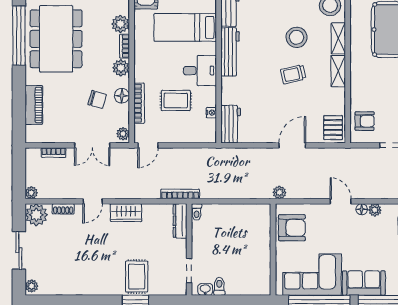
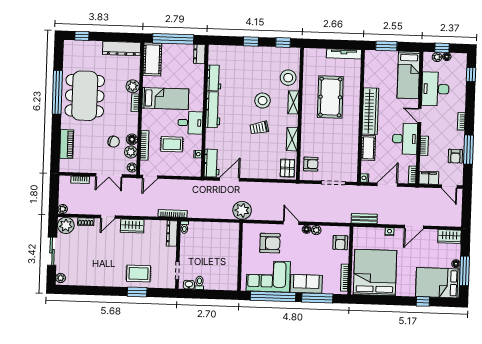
bed: (185, 27) -> (165, 99), moved, turned 180
plant: (121, 68) -> (131, 152), moved
shelving: (338, 71) -> (292, 139), moved
door: (292, 145) -> (229, 179), moved
plant: (279, 192) -> (242, 210), width x1.87, depth x1.87
armchair: (292, 228) -> (270, 243), moved
rug: (137, 277) -> (138, 273), turned 90

